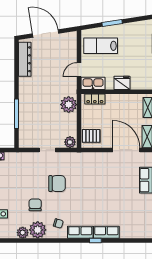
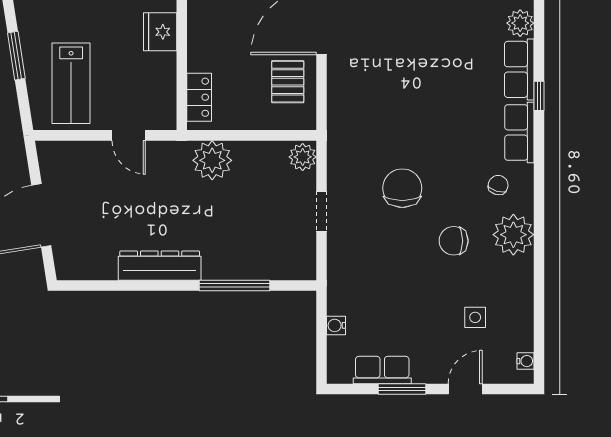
dresser: (25, 59) -> (160, 266), moved
kitchen sink: (93, 83) -> (161, 102), removed
pallet: (91, 136) -> (288, 82), moved
plant: (23, 233) -> (520, 23), moved

